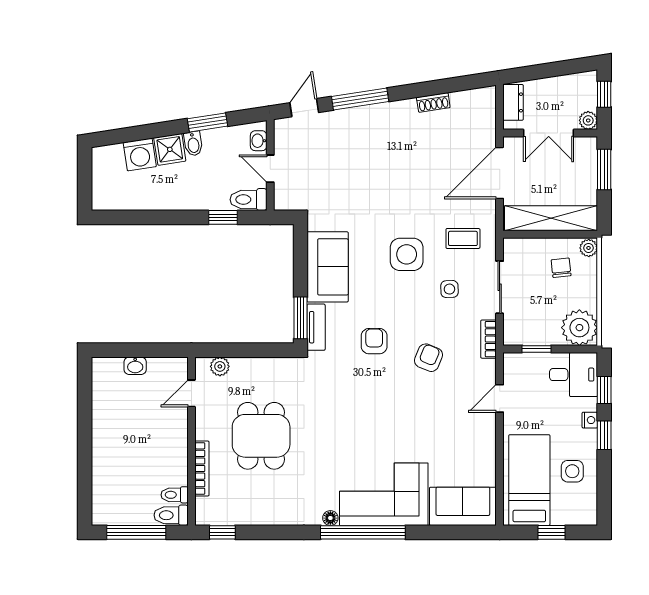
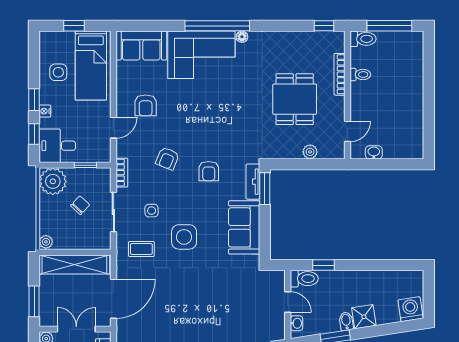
washing machine: (140, 155) -> (410, 309), moved
chair: (561, 268) -> (80, 205), moved, turned -131
washbasin: (135, 366) -> (374, 152), moved
plant: (220, 366) -> (310, 152), moved
armchair: (457, 428) -> (146, 105), added
toilet: (175, 495) -> (360, 74), moved

